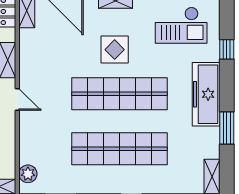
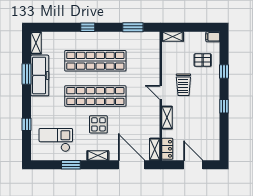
freezer: (206, 94) -> (40, 75), moved
plant: (28, 174) -> (154, 45), removed

